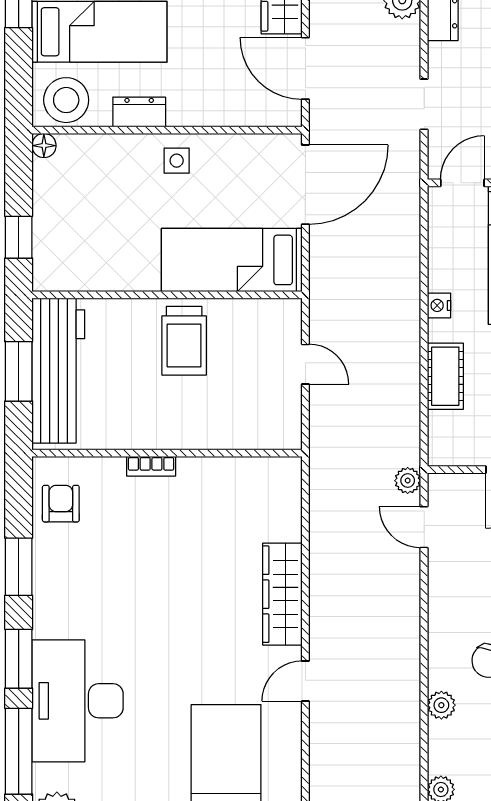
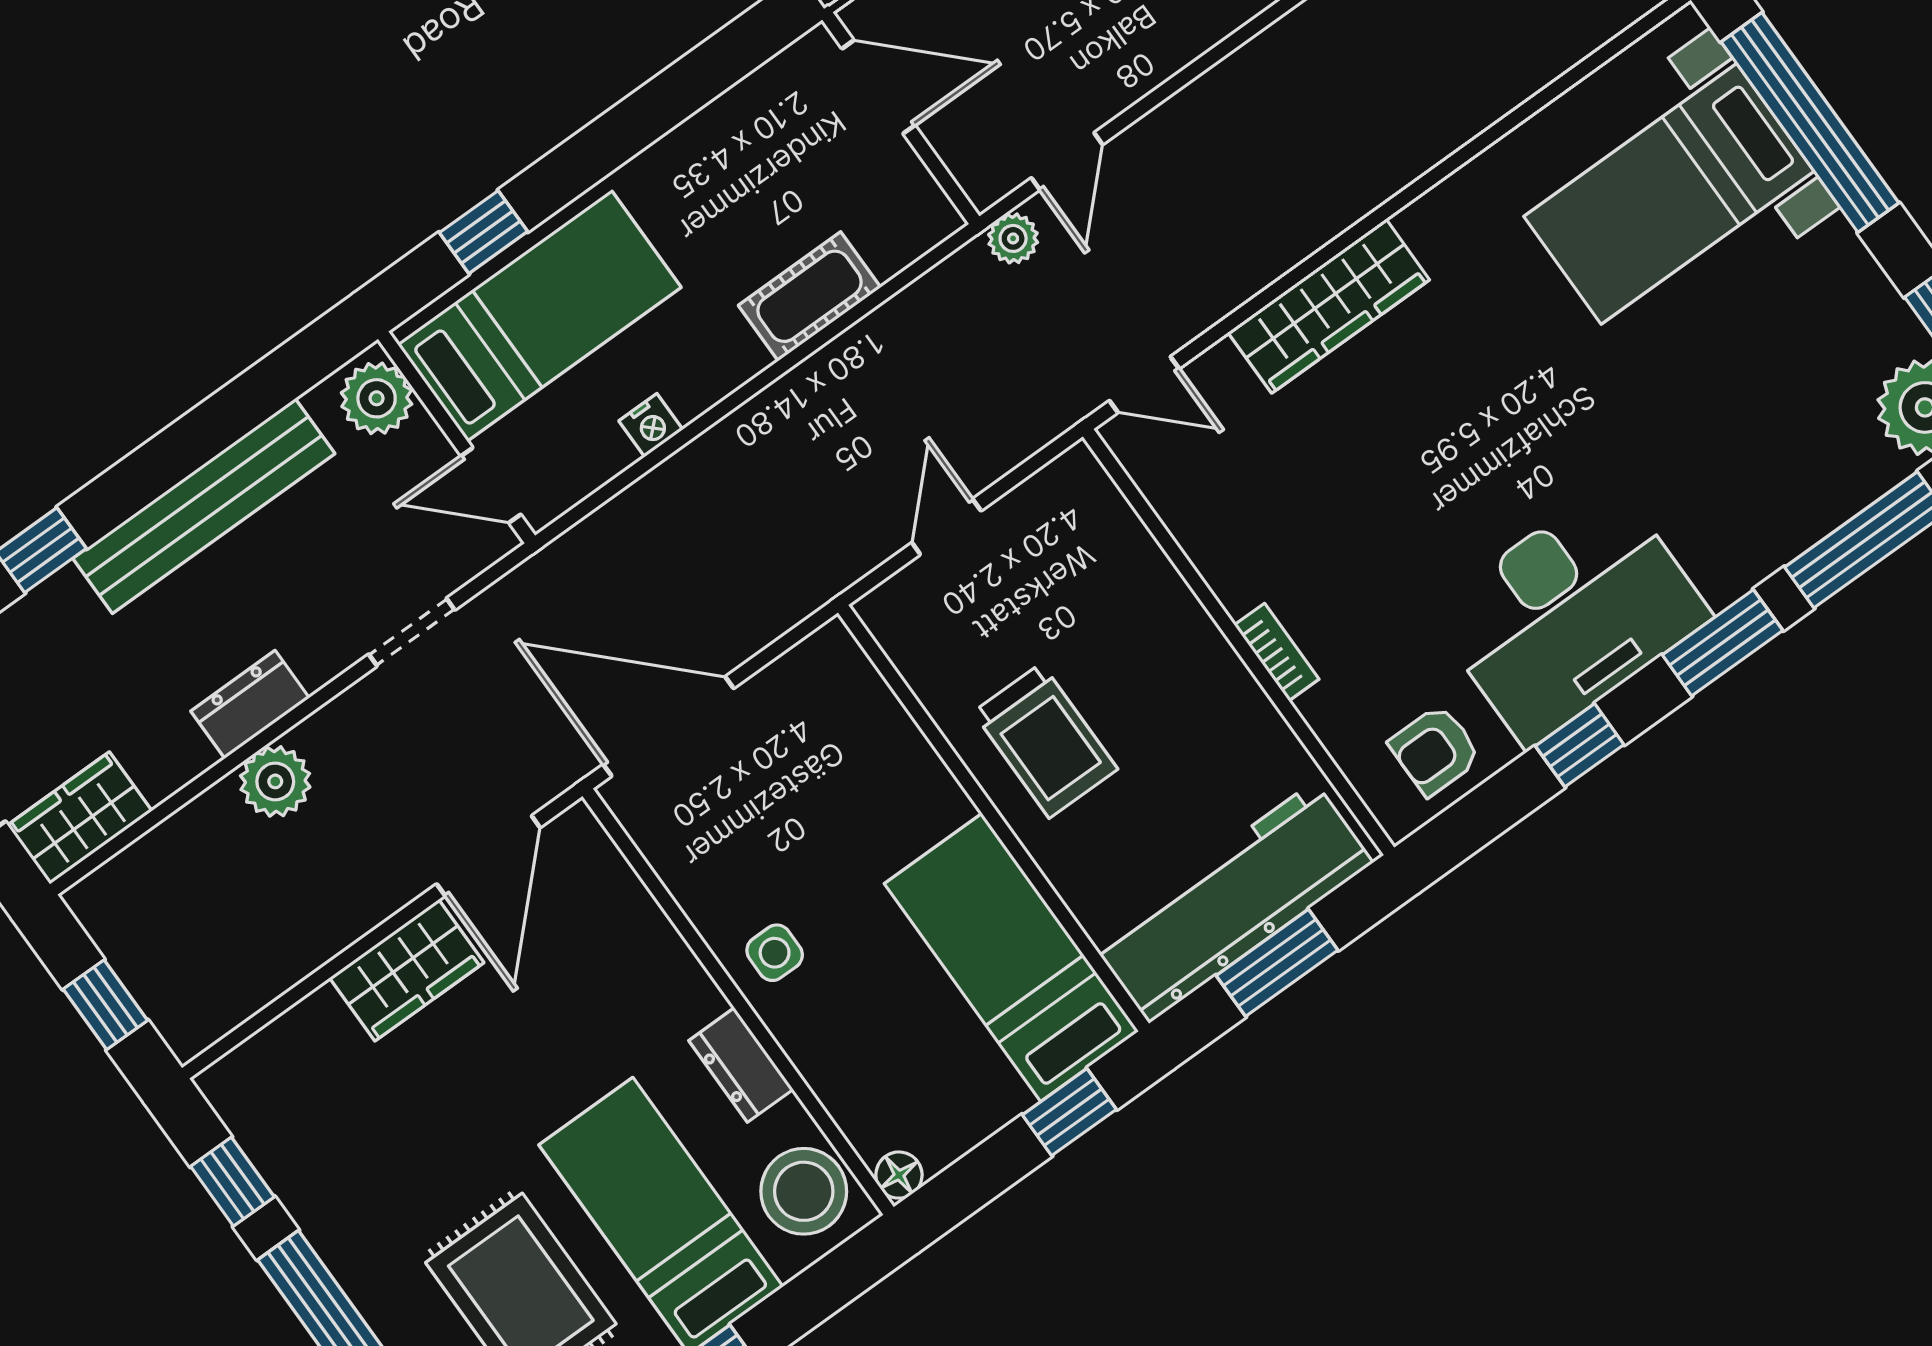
bed: (232, 260) -> (1011, 957), moved, turned 180
nightstand: (439, 305) -> (651, 425), moved
trolley: (184, 341) -> (1045, 741), turned 90
window: (19, 567) -> (1580, 745), width x0.67
door: (305, 681) -> (1144, 385), moved
desk: (78, 701) -> (1570, 614), moved

